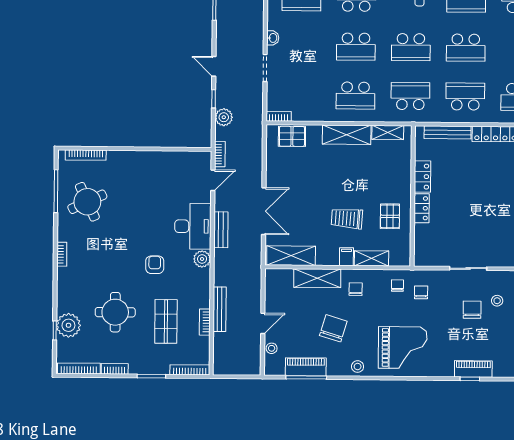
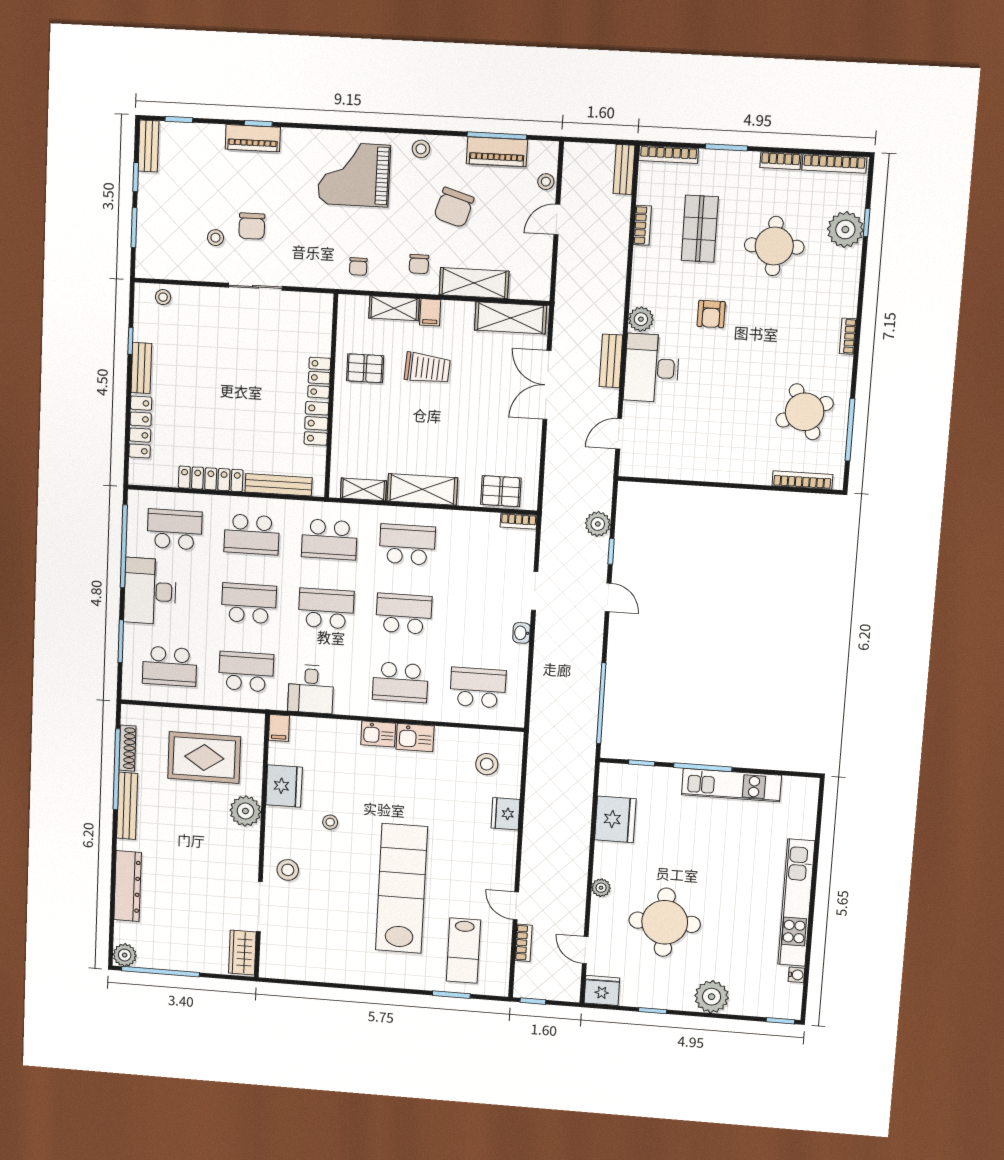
bookcase: (220, 154) -> (606, 471), removed
pallet: (390, 216) -> (365, 368), turned 90
chair: (421, 292) -> (325, 255), removed
bench: (220, 309) -> (624, 169), moved, width x0.73

